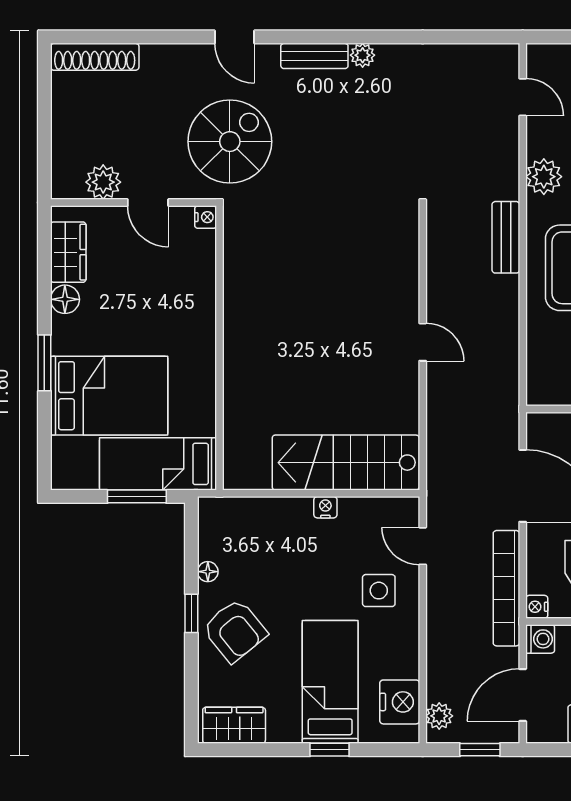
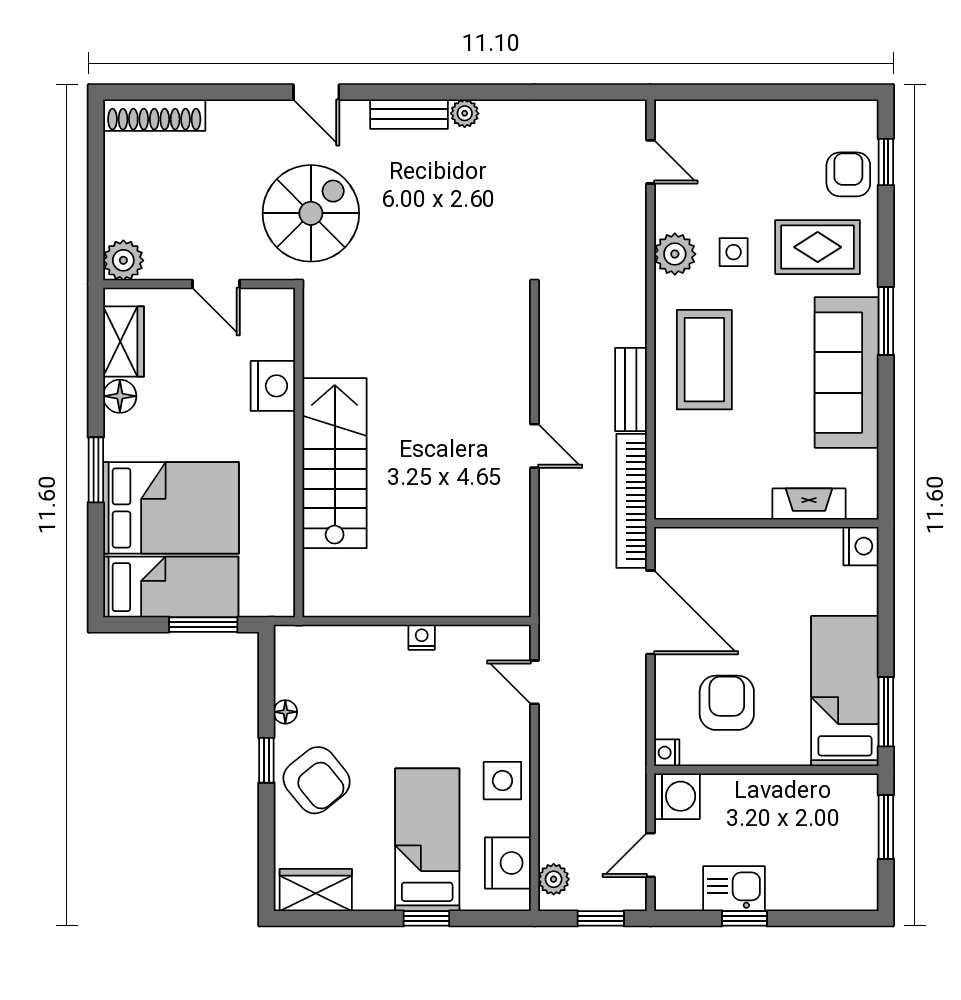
plant: (103, 182) -> (123, 260), moved
nightstand: (206, 217) -> (273, 386), moved, width x1.89, depth x1.79
bench: (506, 237) -> (631, 389), moved
stairs: (346, 463) -> (335, 463), moved, turned 90
bed: (158, 464) -> (171, 587), moved, turned 180
bookcase: (506, 588) -> (632, 501), moved
side table: (379, 591) -> (502, 781), moved
washing machine: (540, 639) -> (677, 796), width x1.38, depth x1.38
door: (523, 695) -> (650, 855), width x0.73

